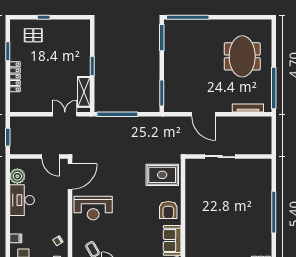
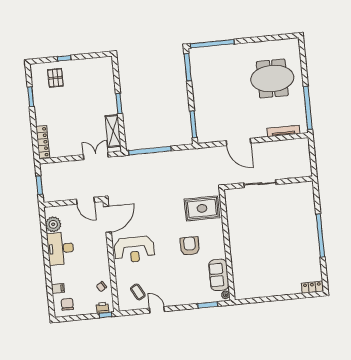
pallet: (33, 35) -> (55, 78), turned 90
meeting table: (242, 56) -> (272, 79), turned 90
locker: (15, 77) -> (43, 142), moved
armchair: (168, 210) -> (190, 246), moved, turned 180

